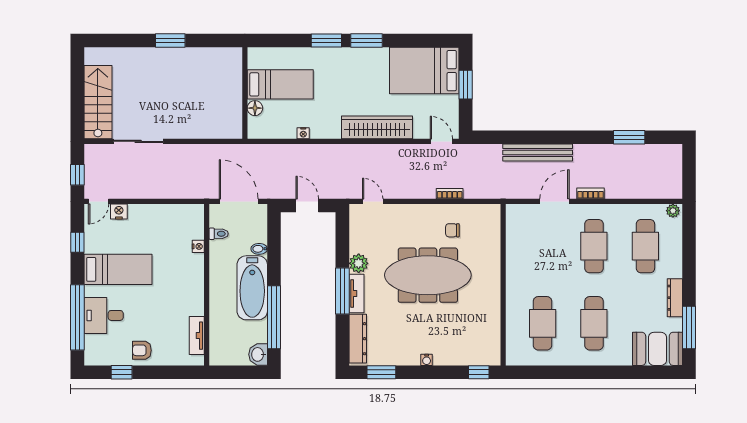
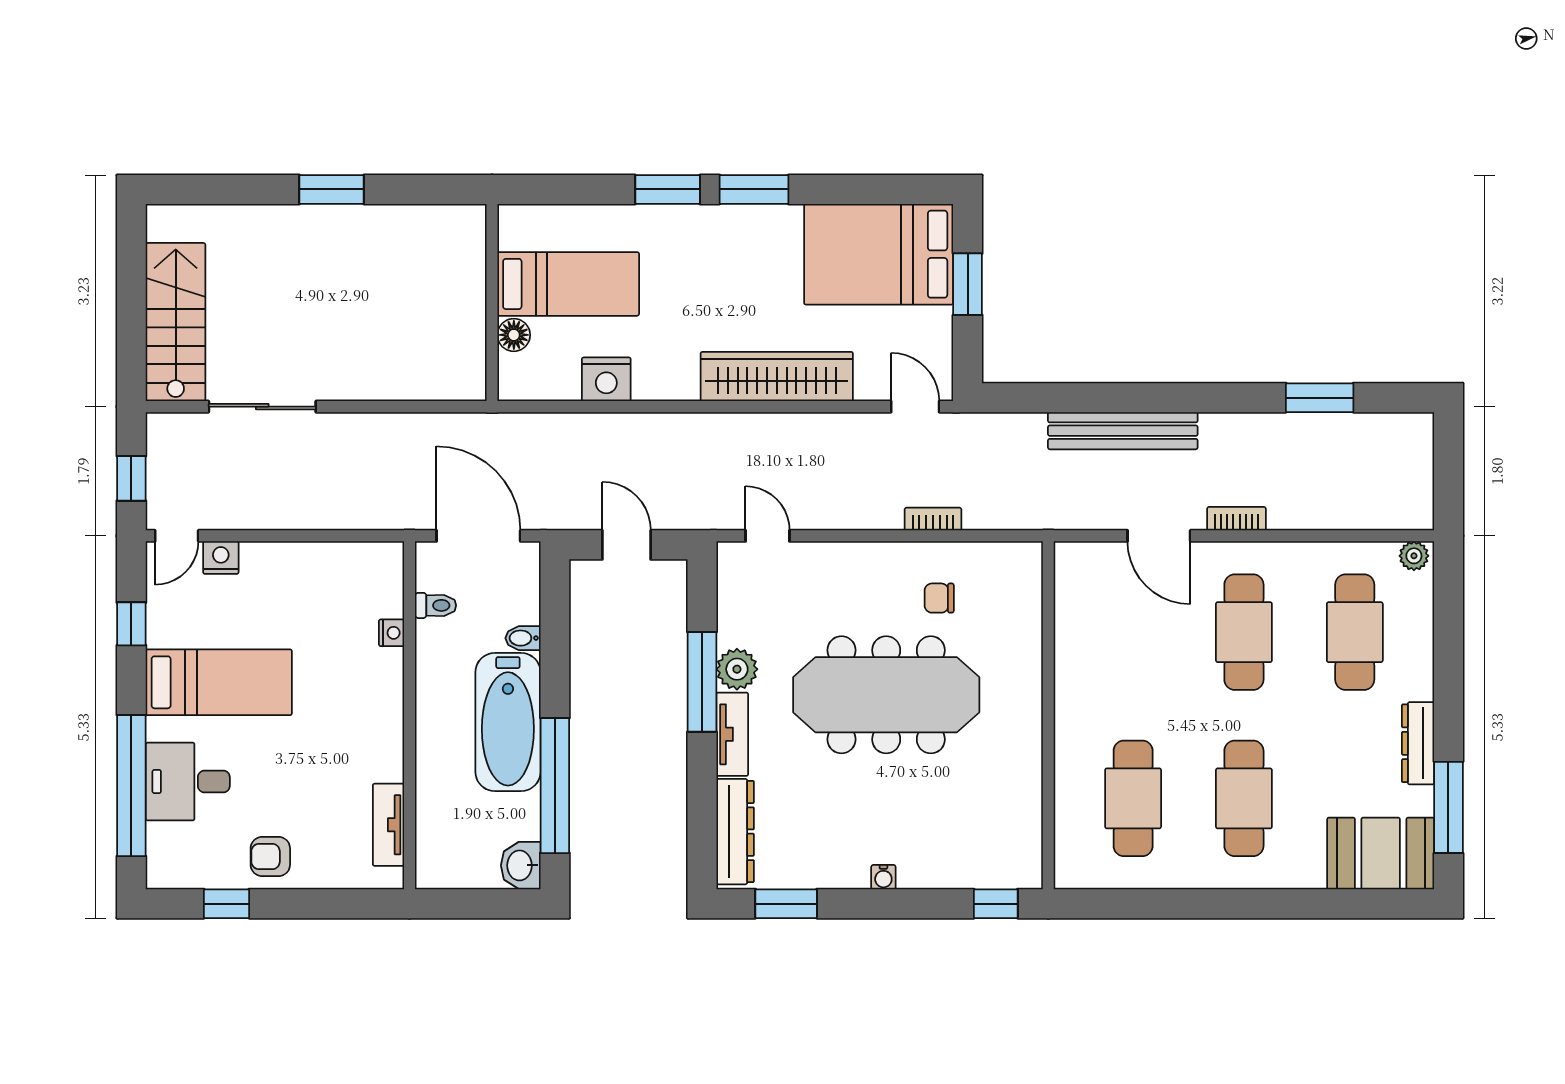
nightstand: (303, 133) -> (606, 379), width x1.89, depth x1.79
door: (555, 201) -> (1159, 536), swing flipped
window: (342, 291) -> (702, 682), moved

